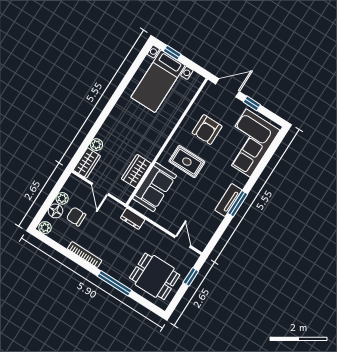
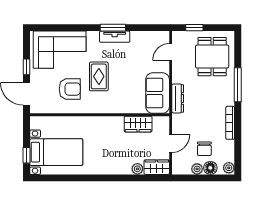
rug: (187, 162) -> (99, 76), moved
sofa: (155, 187) -> (158, 93), moved, turned -90
dresser: (133, 219) -> (178, 98), width x1.44

